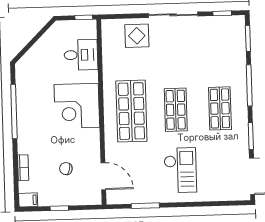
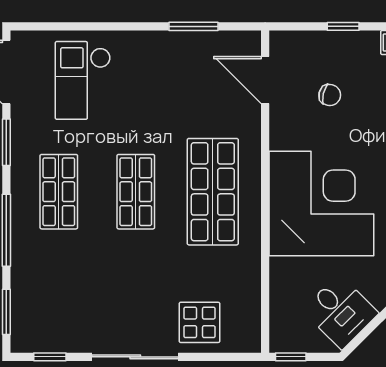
desk: (81, 55) -> (340, 312), moved, turned -135
corner desk: (77, 106) -> (321, 203), width x1.36, depth x1.36
checkout: (180, 170) -> (83, 80), moved

